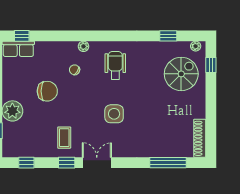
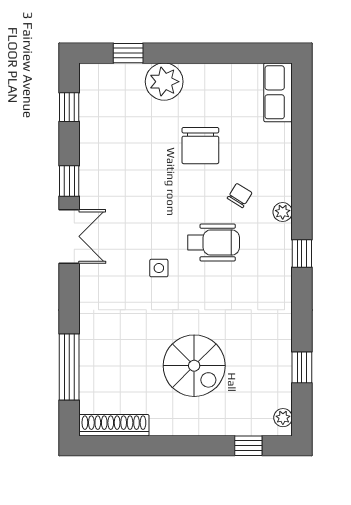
window: (22, 36) -> (302, 254), moved
wheelchair: (115, 65) -> (214, 242), moved
spiral stairs: (181, 74) -> (194, 366), moved
side table: (114, 114) -> (159, 268), width x0.54, depth x0.54
coffee table: (64, 138) -> (115, 177), removed

